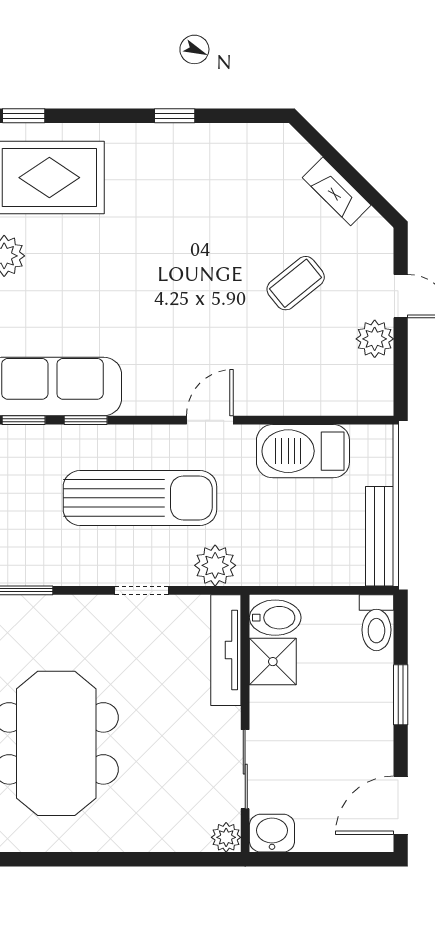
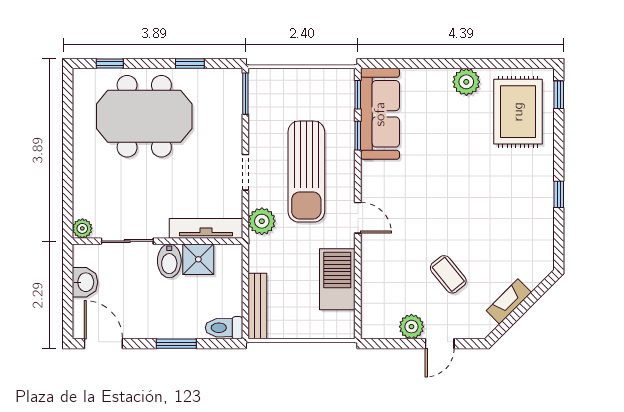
bench: (380, 536) -> (257, 306), moved, turned 90
bidet: (275, 618) -> (169, 261), moved
washbasin: (272, 833) -> (85, 282), moved

